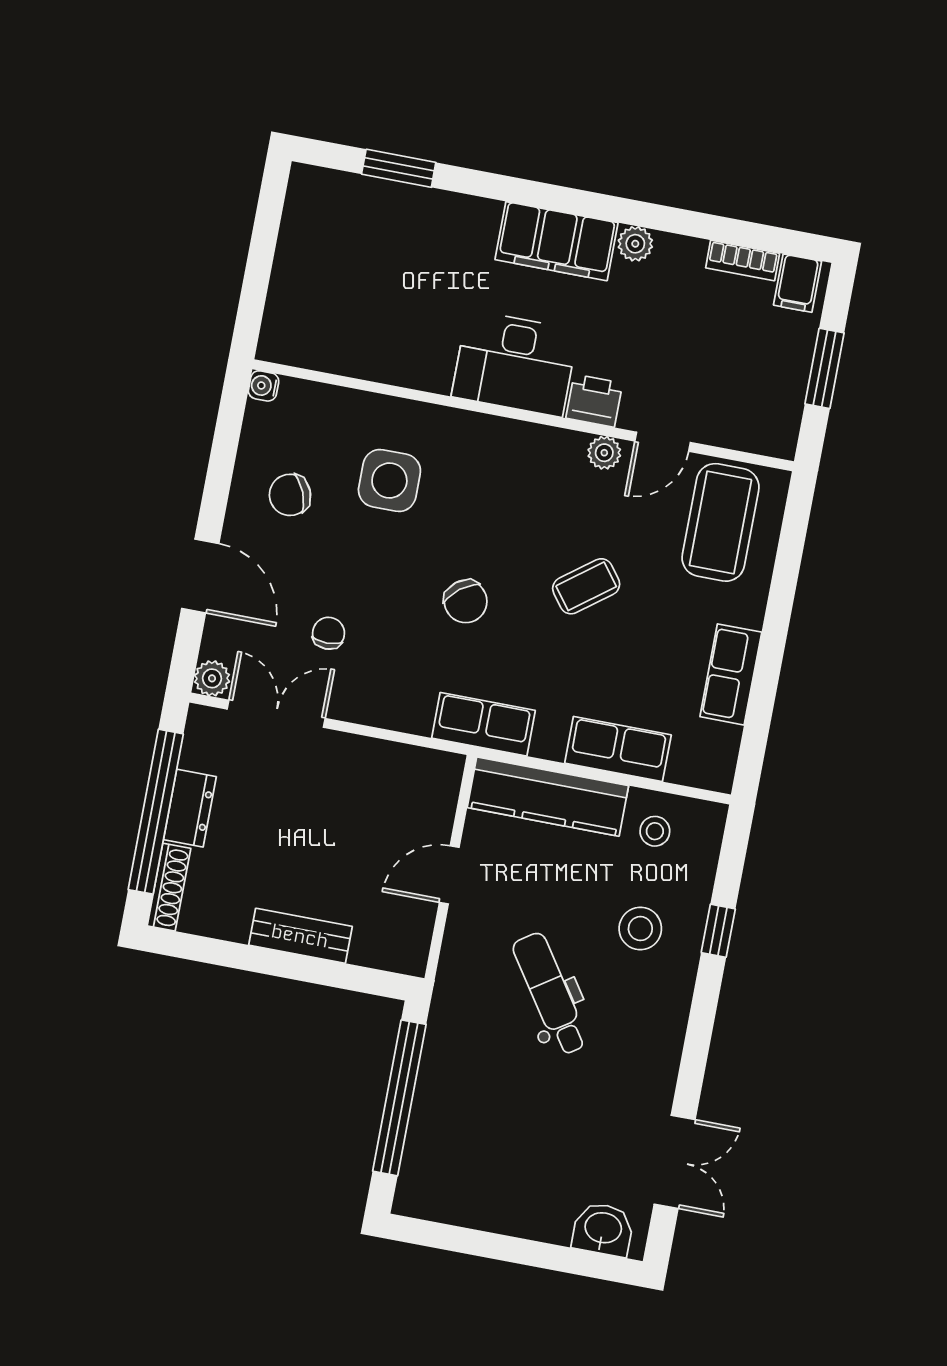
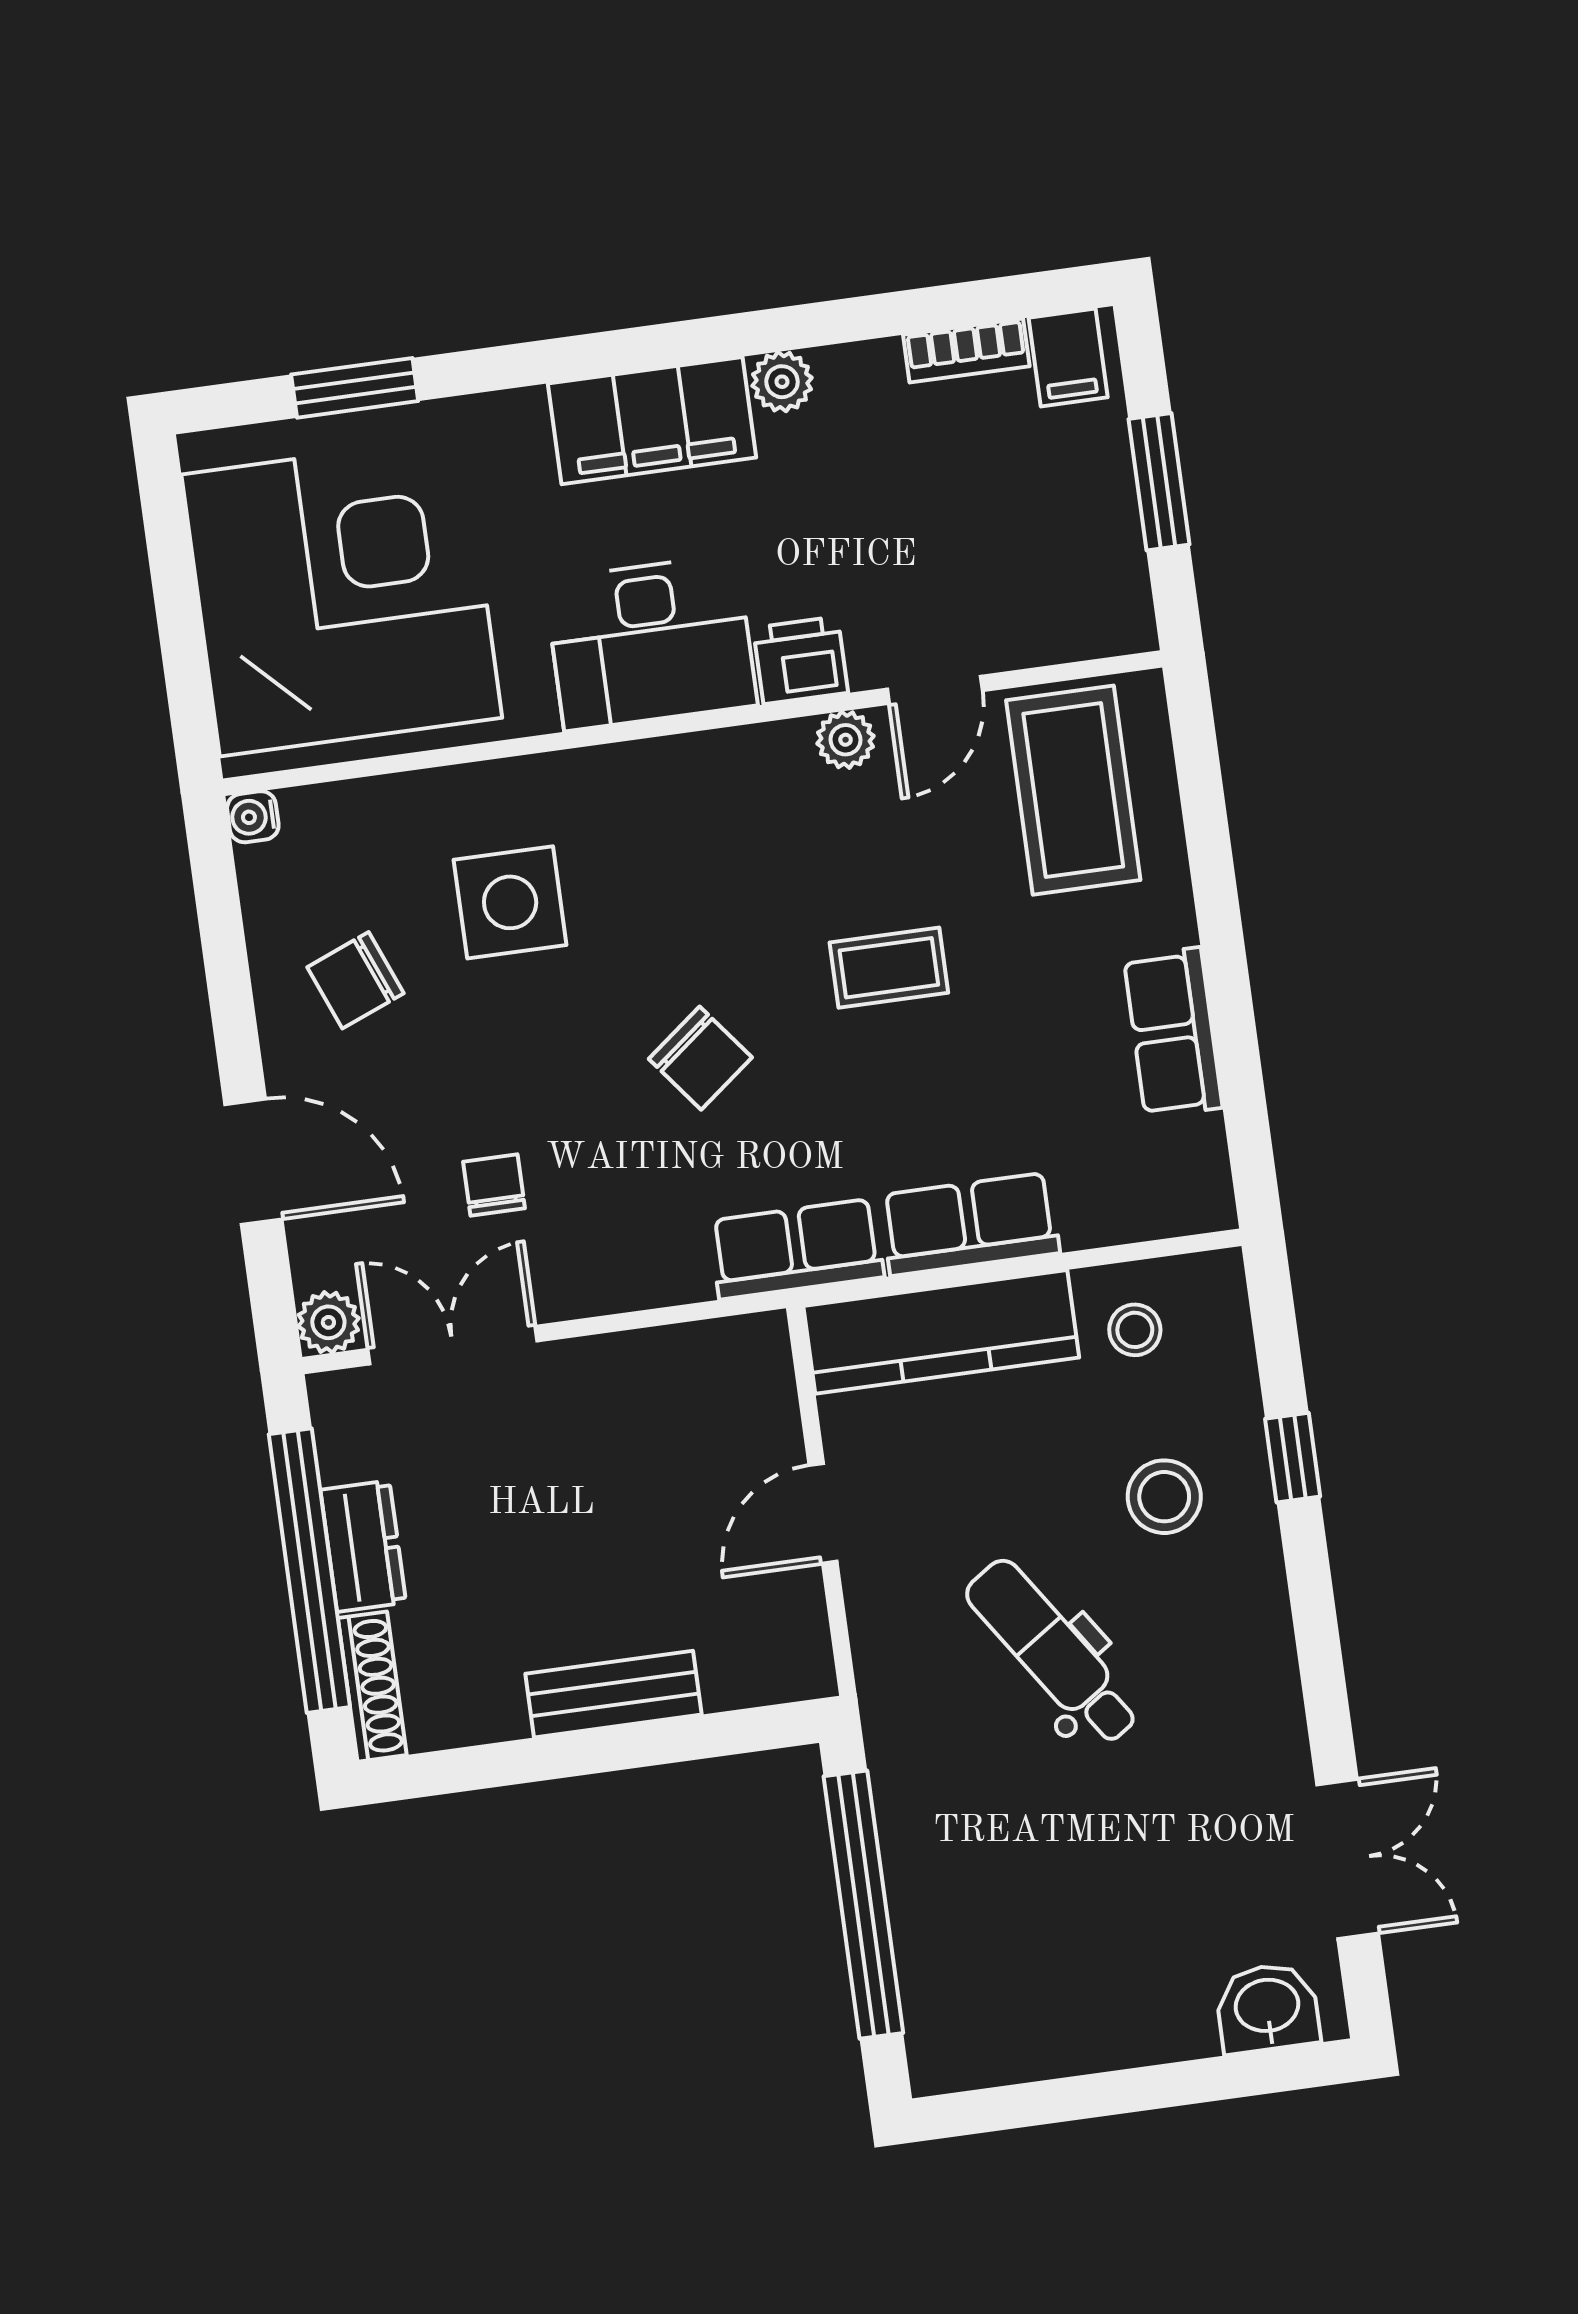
corner desk: (353, 281) -> (342, 596), added
coffee table: (586, 586) -> (889, 968), turned 37
row of seats: (618, 749) -> (970, 1224), moved

